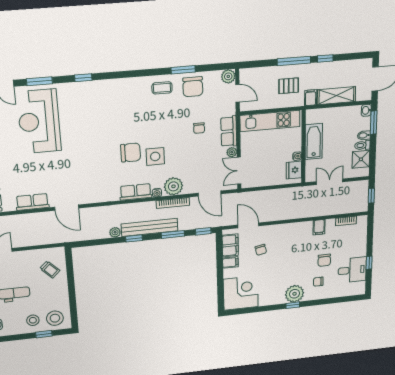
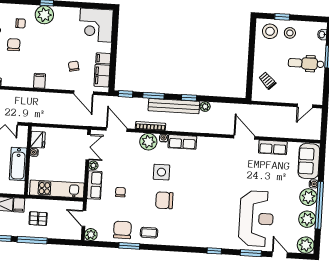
chair: (131, 153) -> (164, 200), moved
filing cabinet: (319, 227) -> (40, 81), moved

